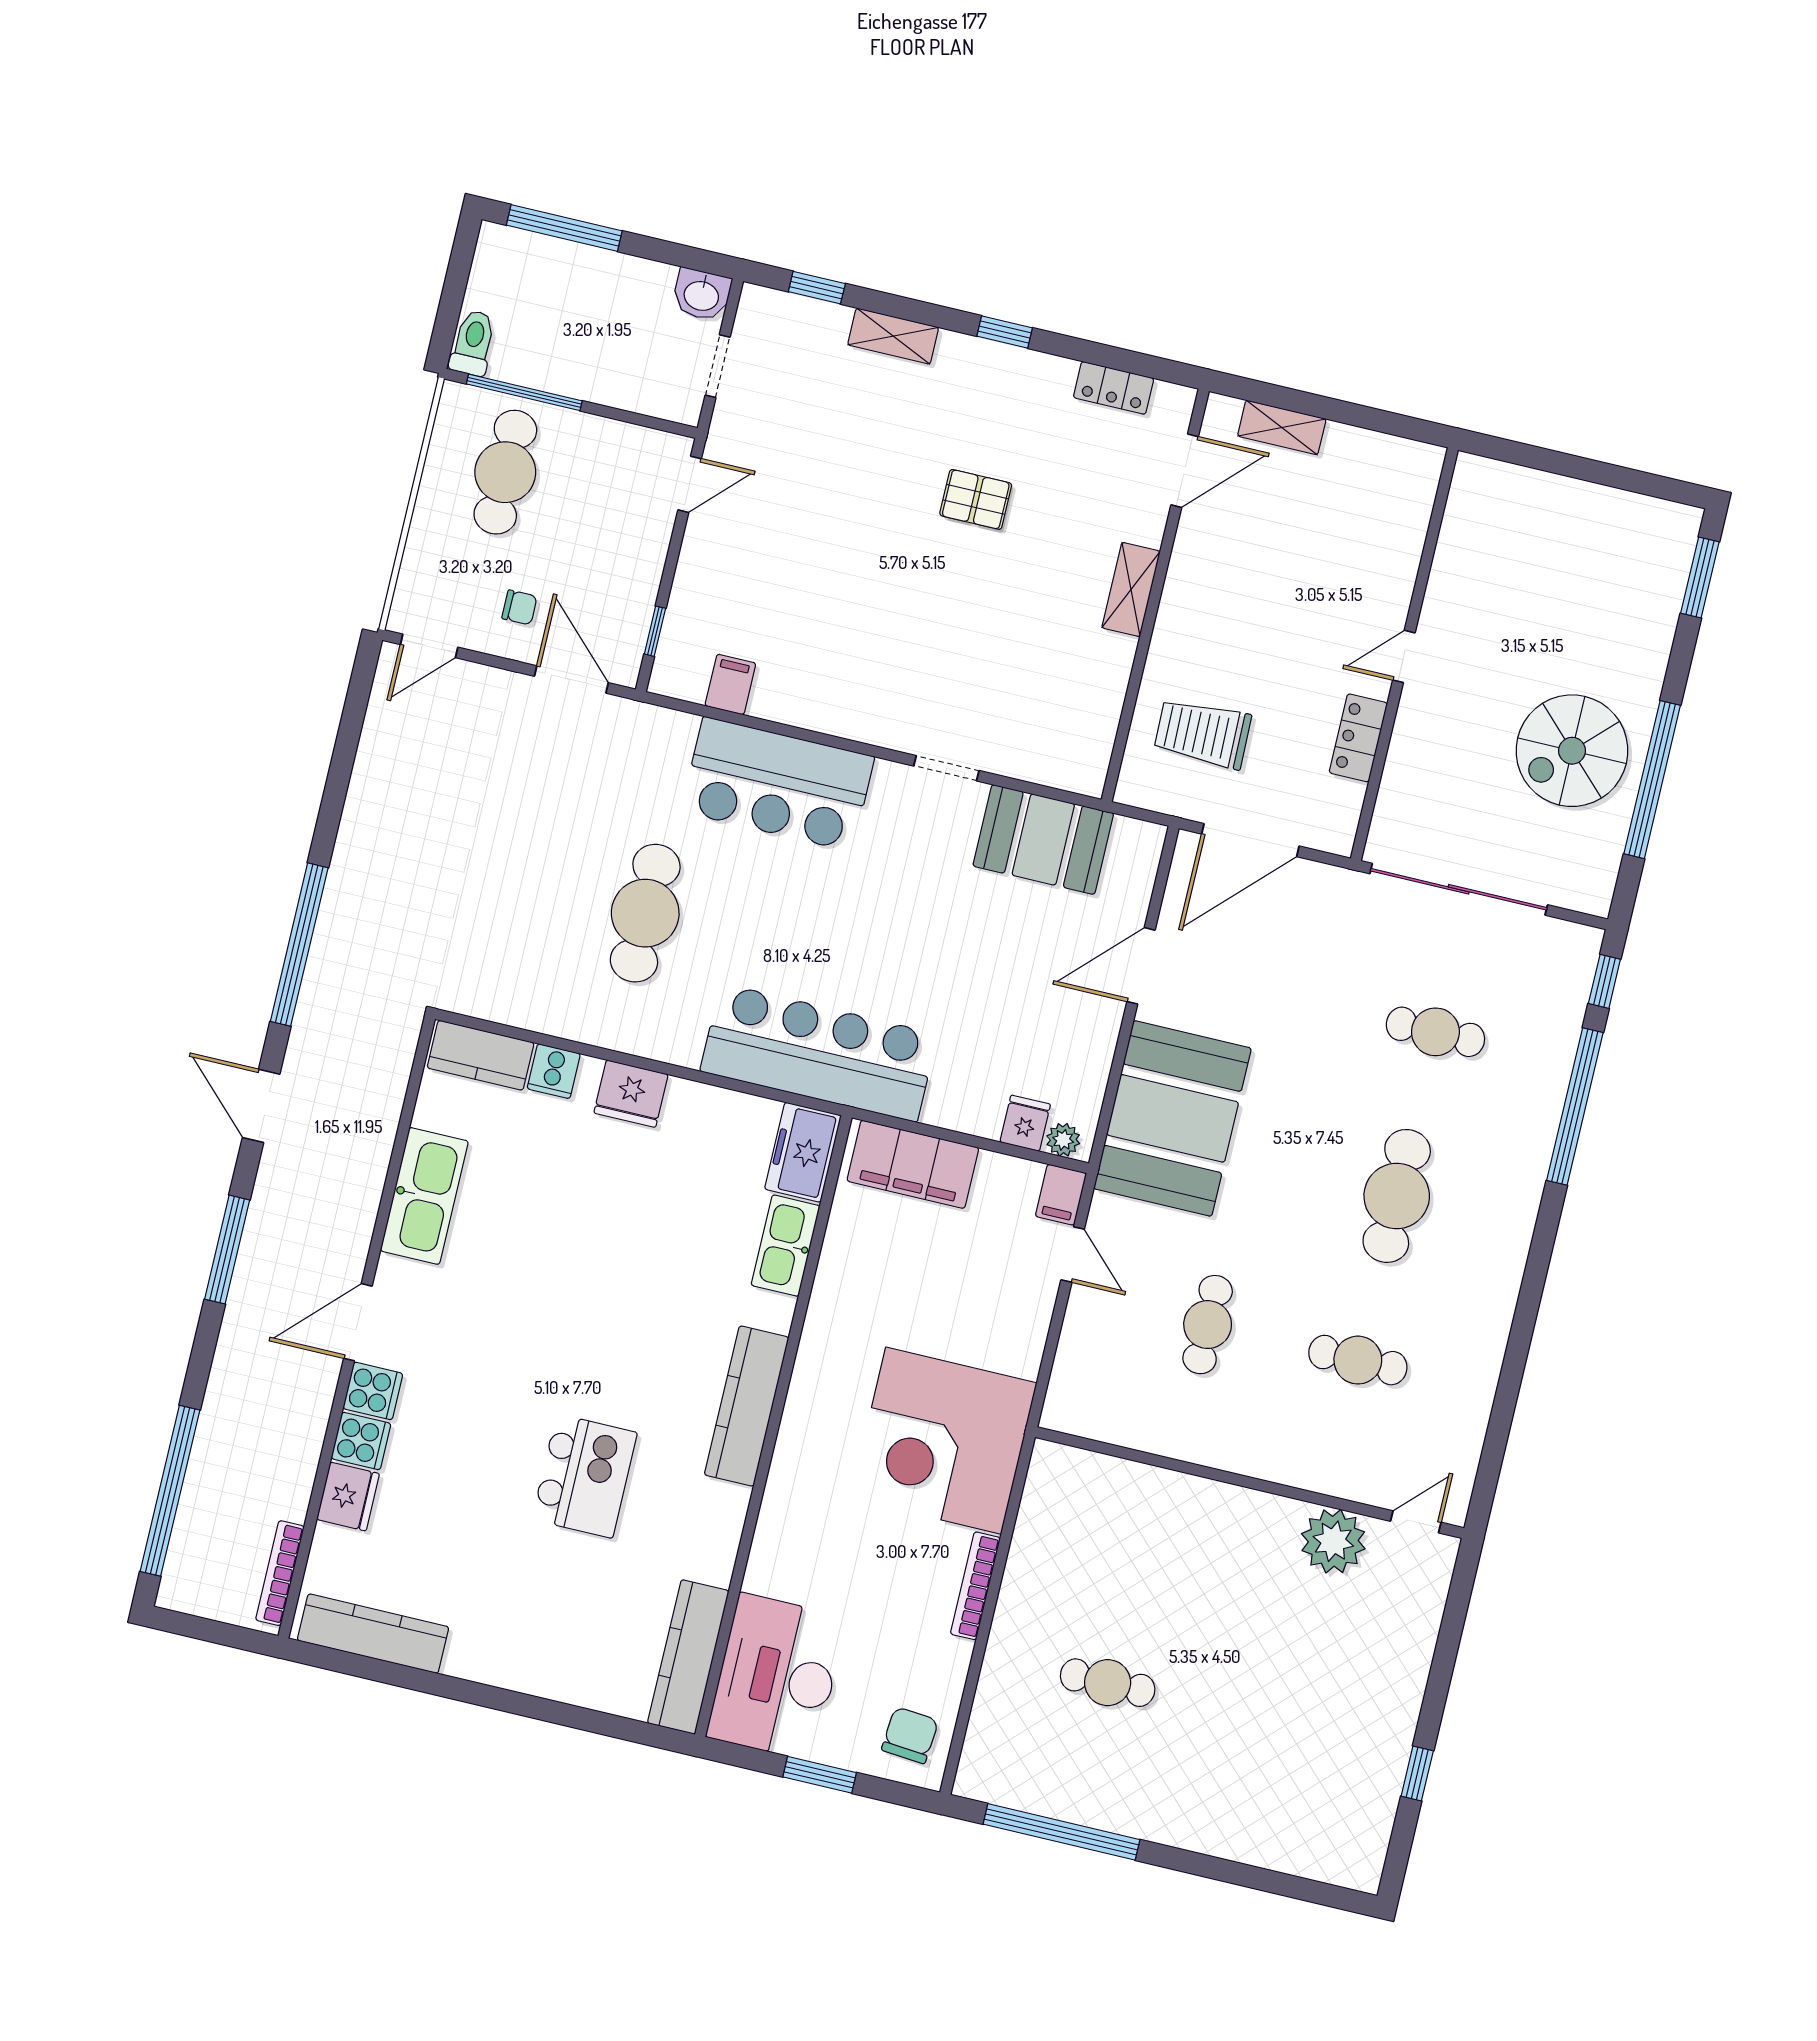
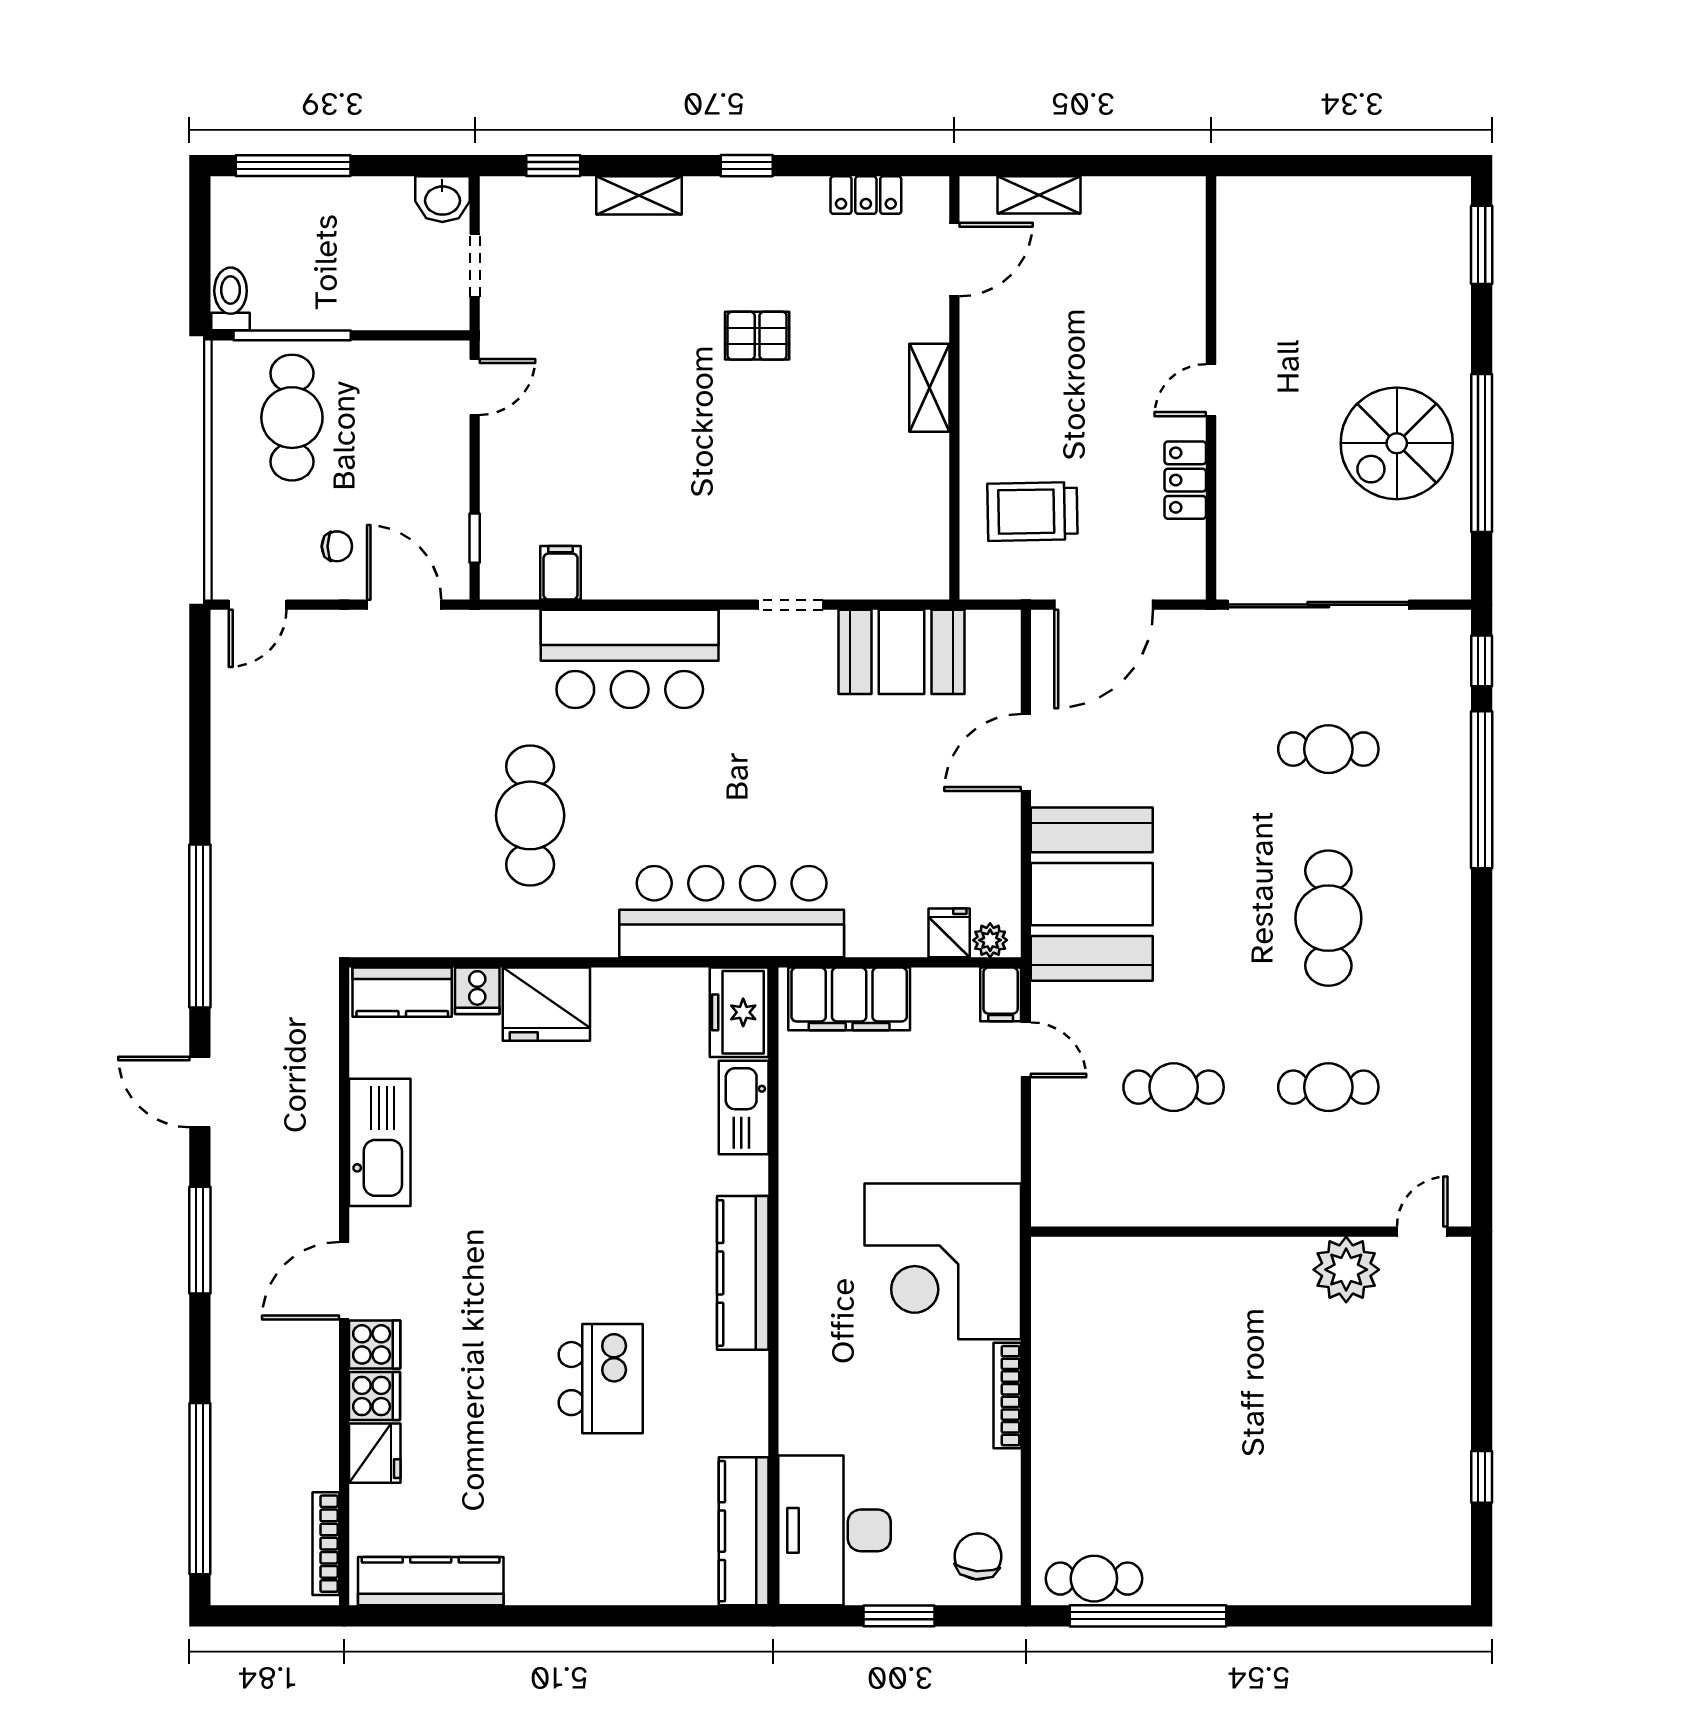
fridge: (631, 1094) -> (546, 1004), width x1.36, depth x1.34
cafe table: (1208, 1325) -> (1174, 1087), turned 90
cafe table: (1108, 1683) -> (1094, 1579), moved

